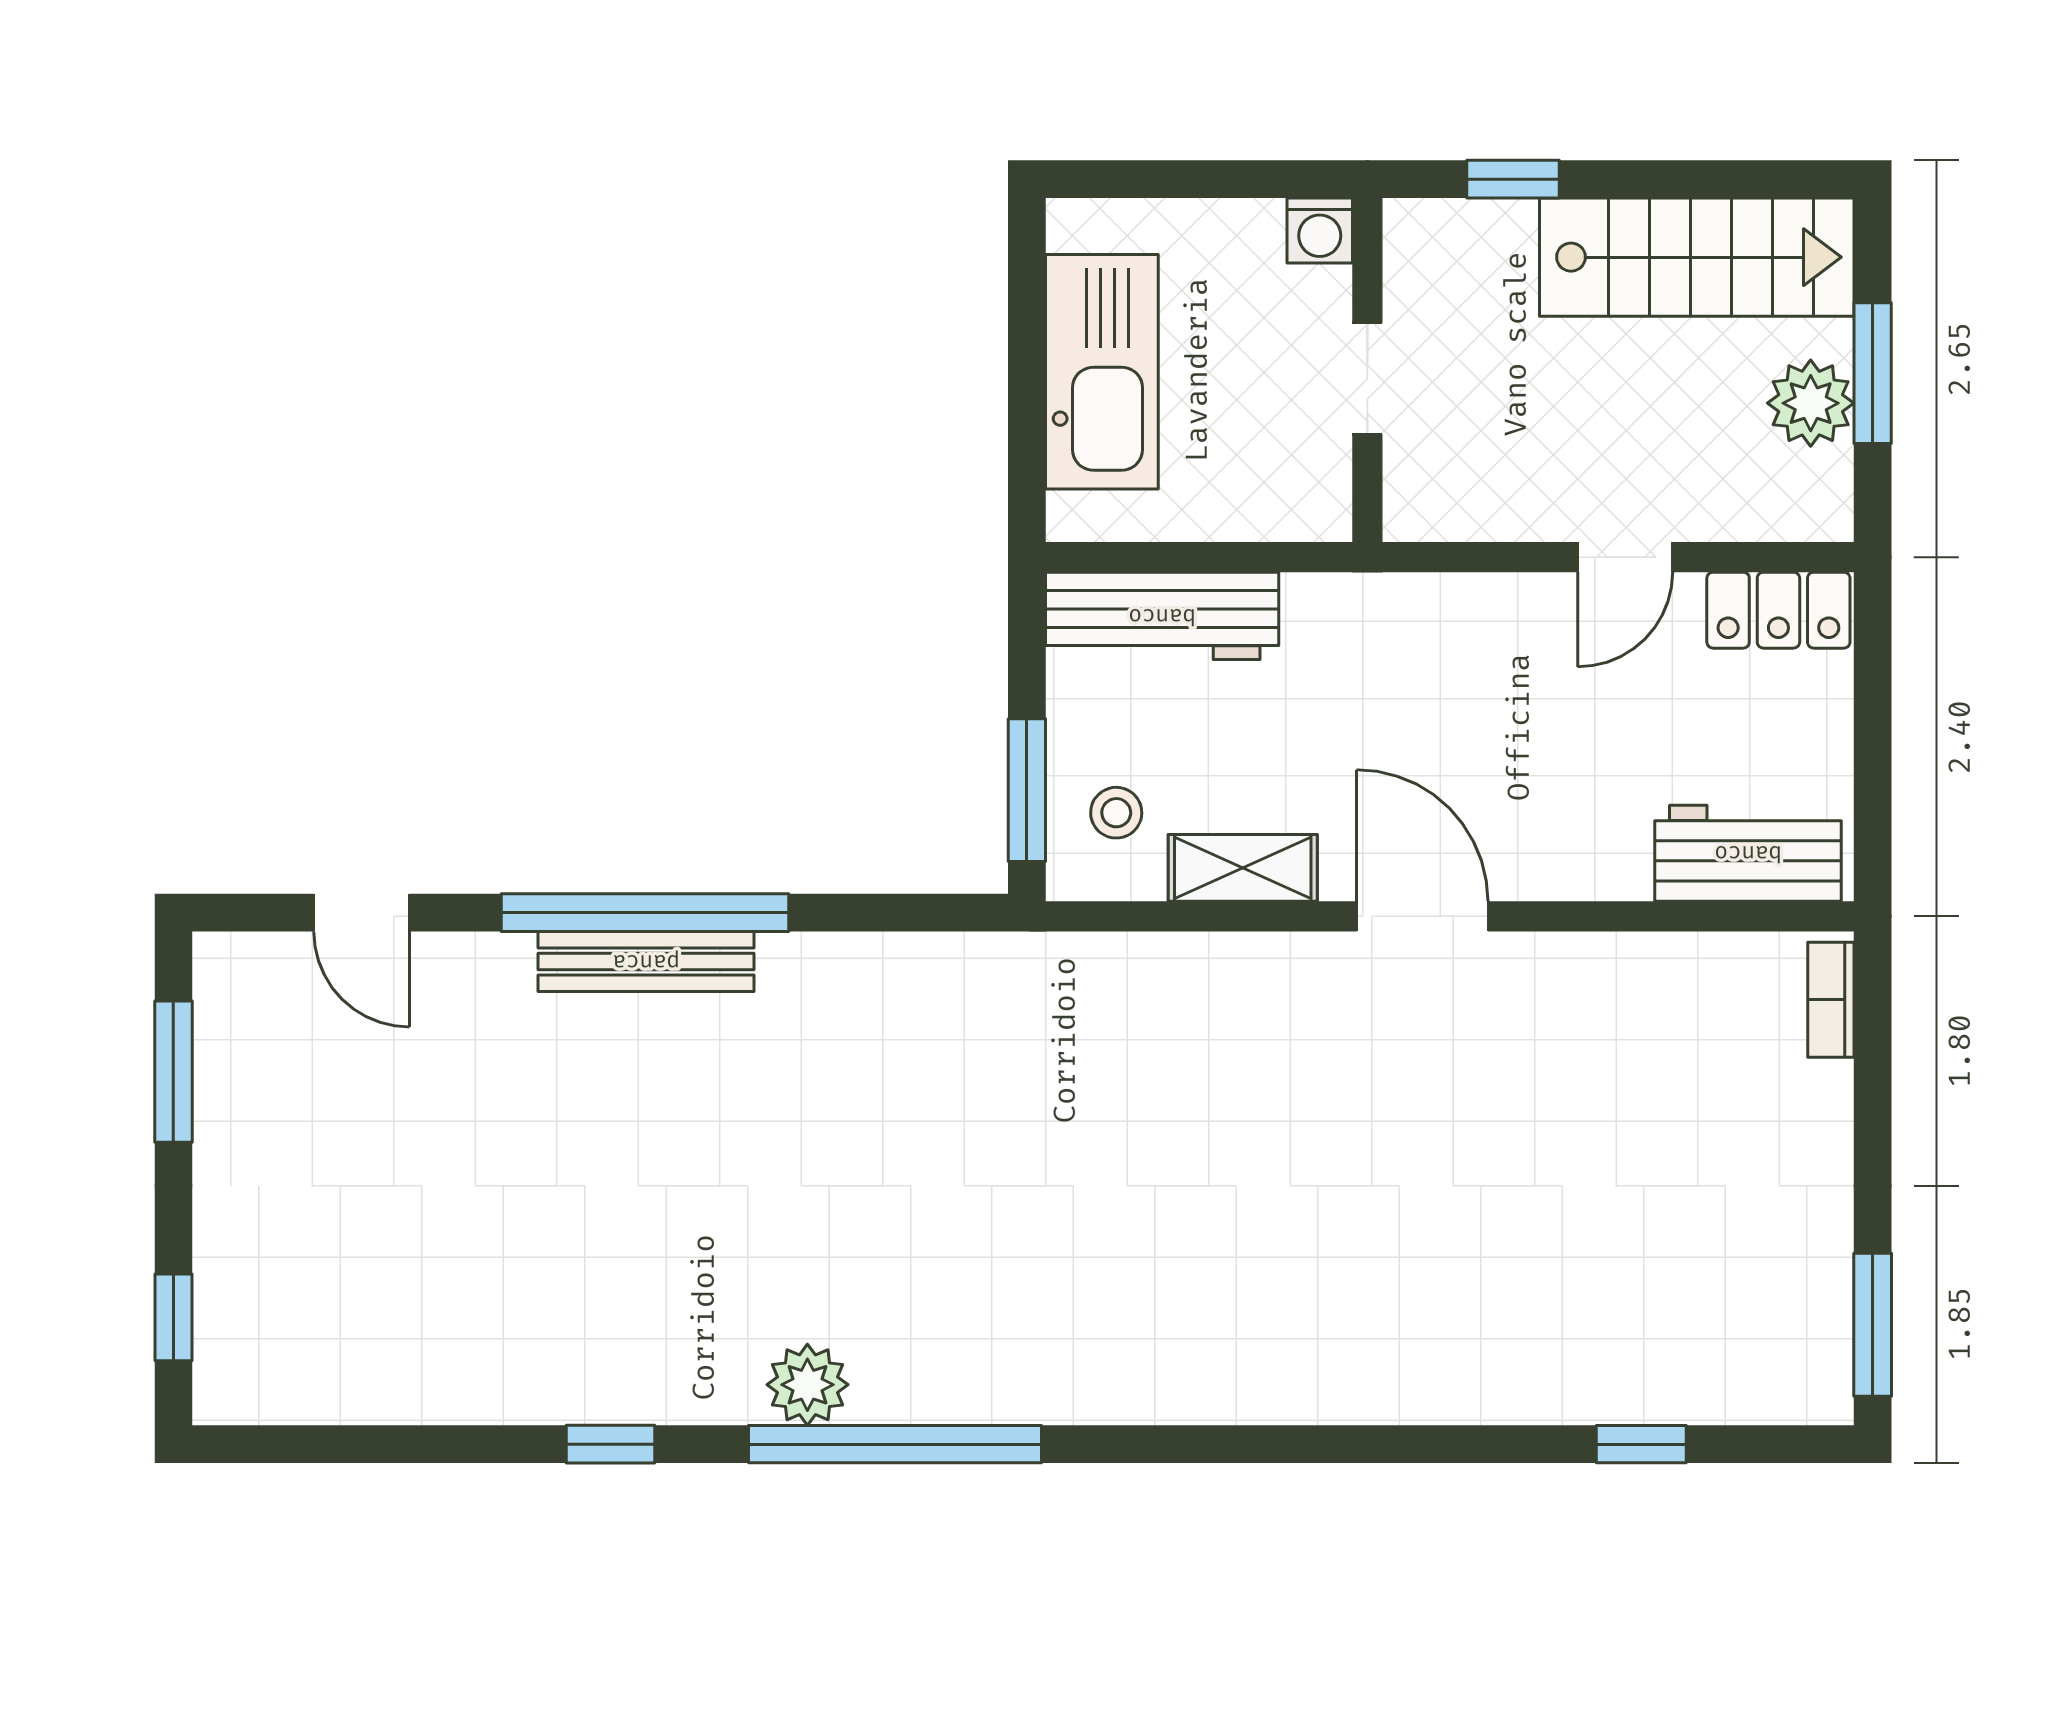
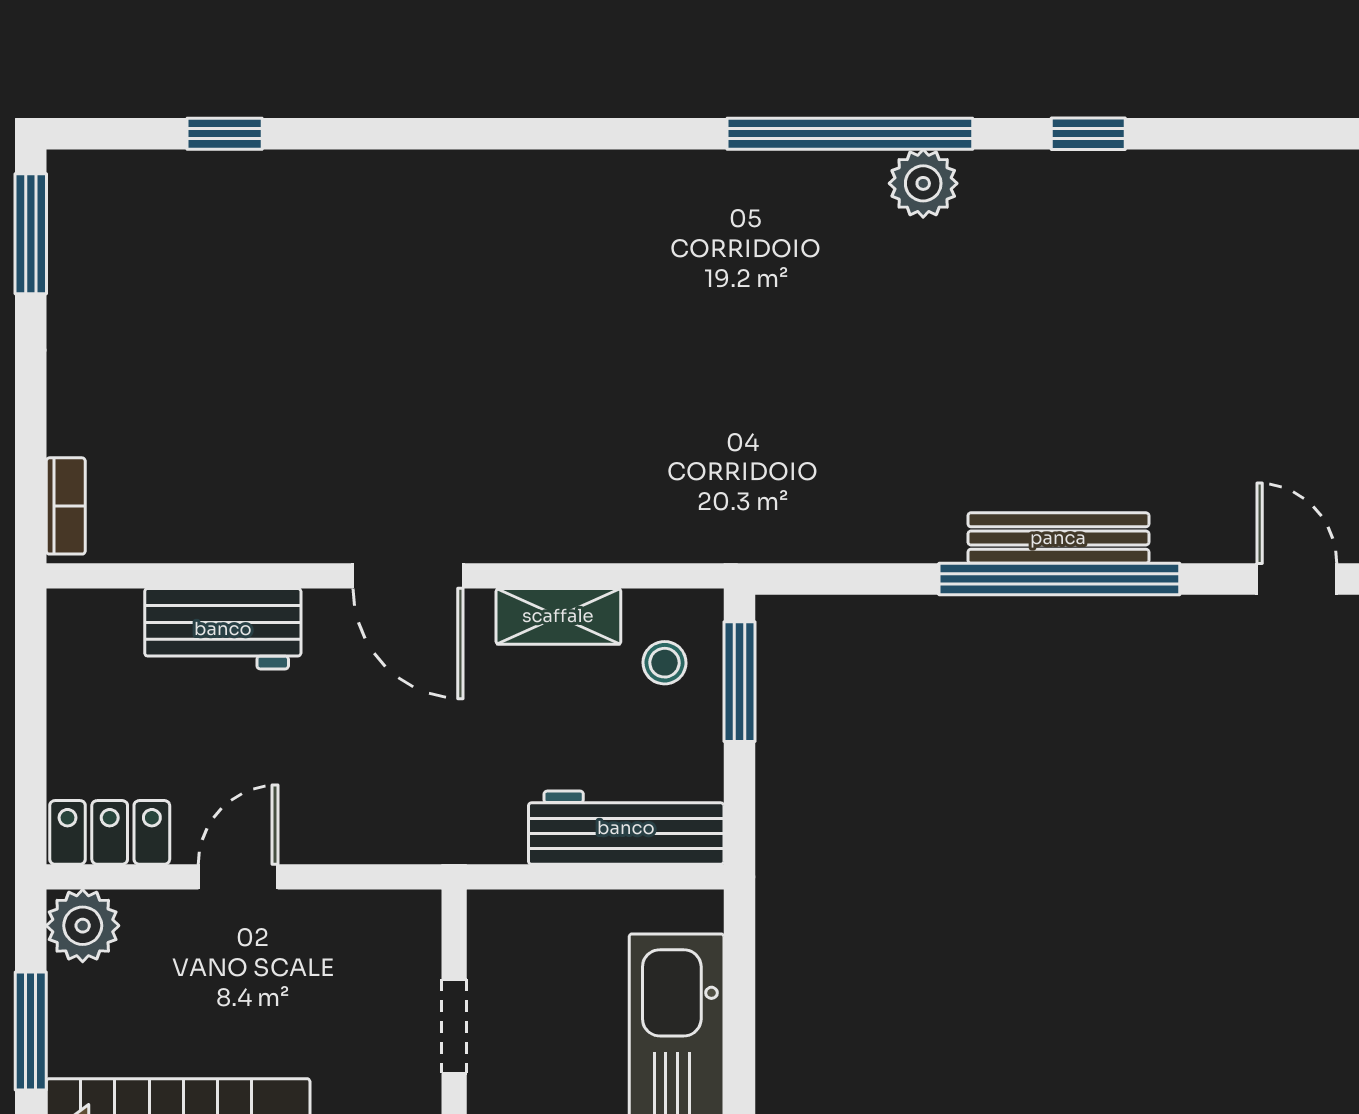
plant: (1811, 403) -> (83, 926), moved
workbench: (1748, 853) -> (223, 629), moved

